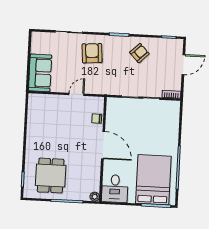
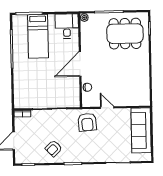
armchair: (92, 53) -> (87, 122), moved
sofa: (40, 73) -> (141, 130), width x1.36
door: (76, 94) -> (107, 108), swing flipped
door: (103, 145) -> (80, 64), hinge flipped
dining table: (51, 176) -> (125, 34), width x1.38
bed: (153, 180) -> (38, 36), width x0.67

